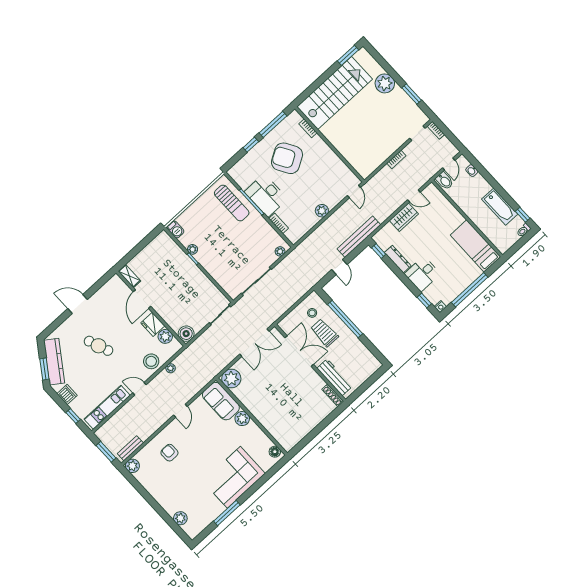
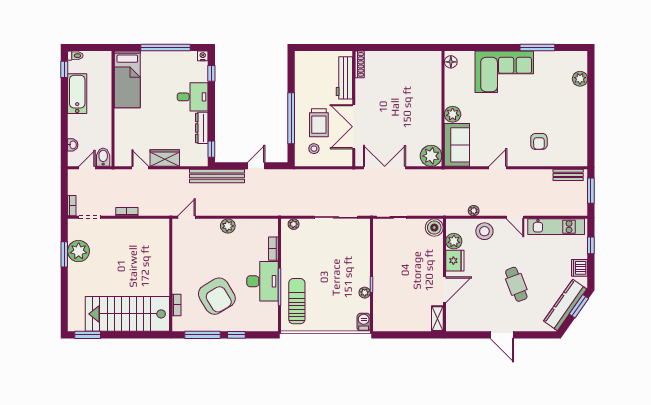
plant: (385, 83) -> (79, 251), moved
plant: (132, 466) -> (580, 159), removed

